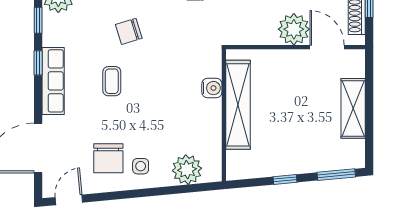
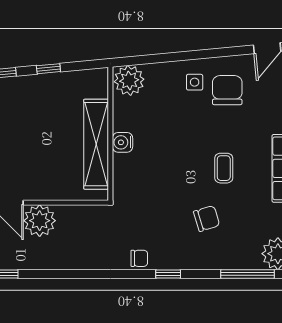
water cooler: (212, 88) -> (123, 142), moved
plant: (187, 170) -> (129, 80), moved

